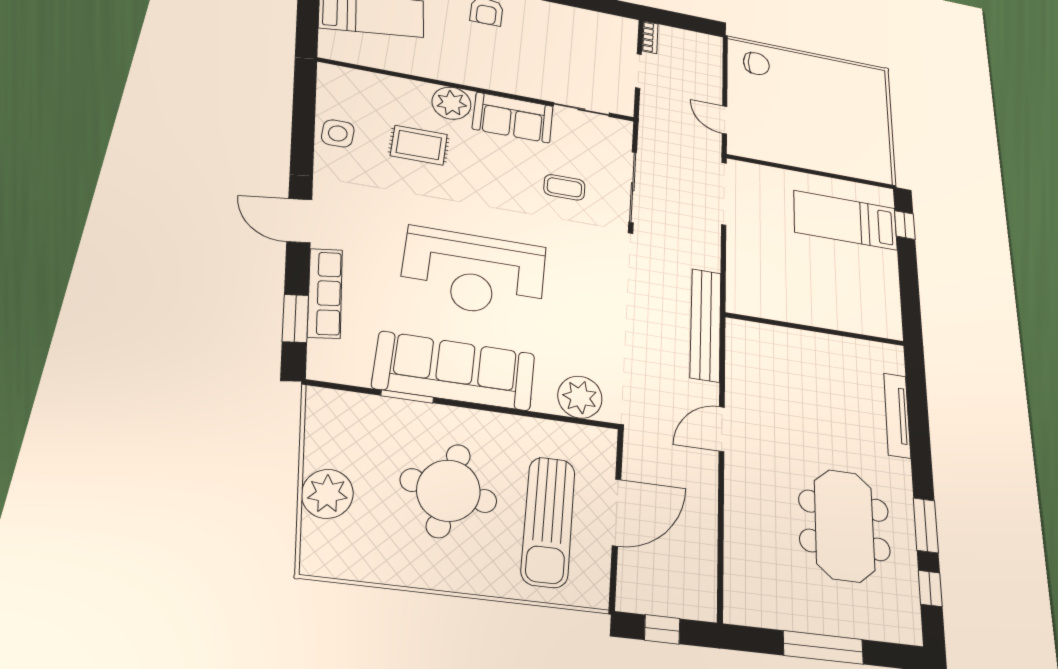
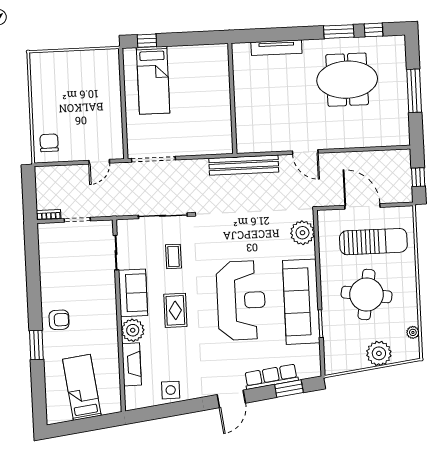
fireplace: (395, 89) -> (132, 364), added
rug: (419, 145) -> (175, 310), moved
plant: (356, 568) -> (413, 332), added

